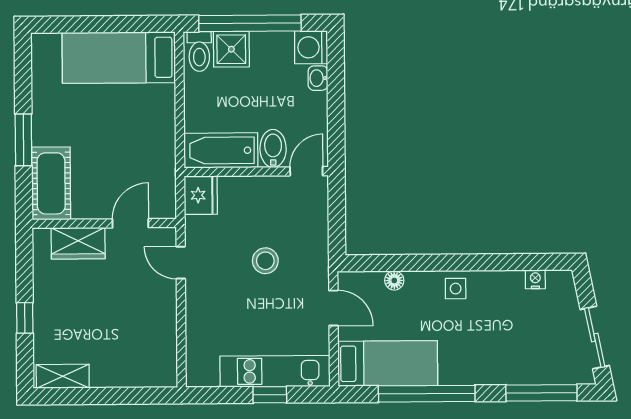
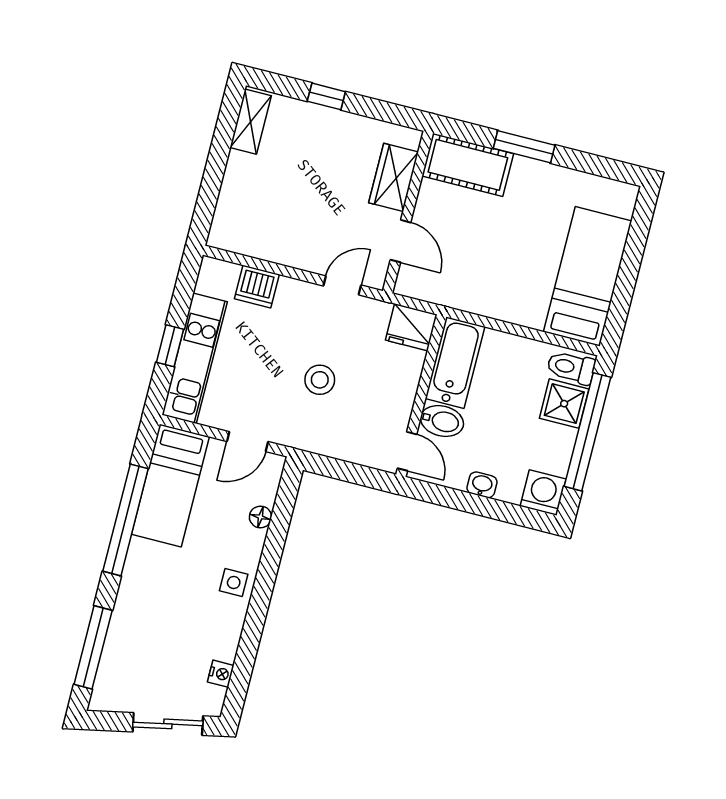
washbasin: (318, 78) -> (482, 485), moved
dishwasher: (201, 335) -> (257, 287), added
sliding door: (595, 337) -> (168, 724), moved

